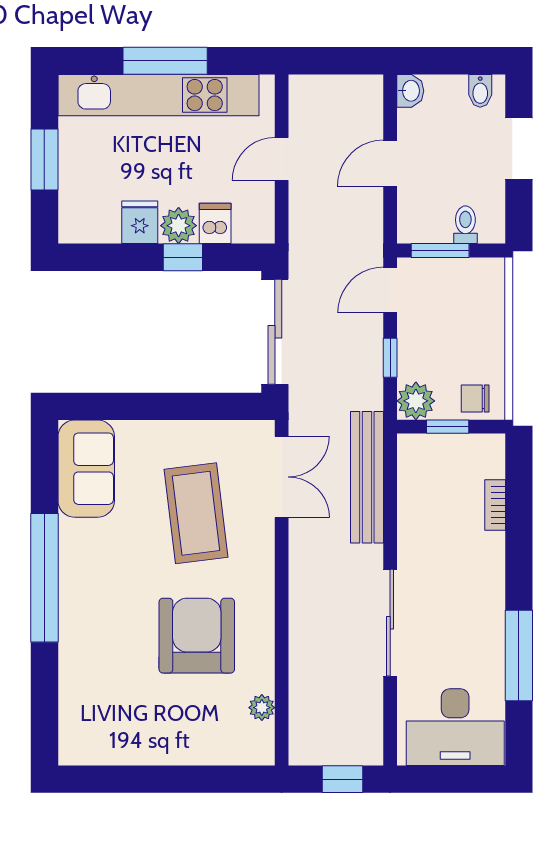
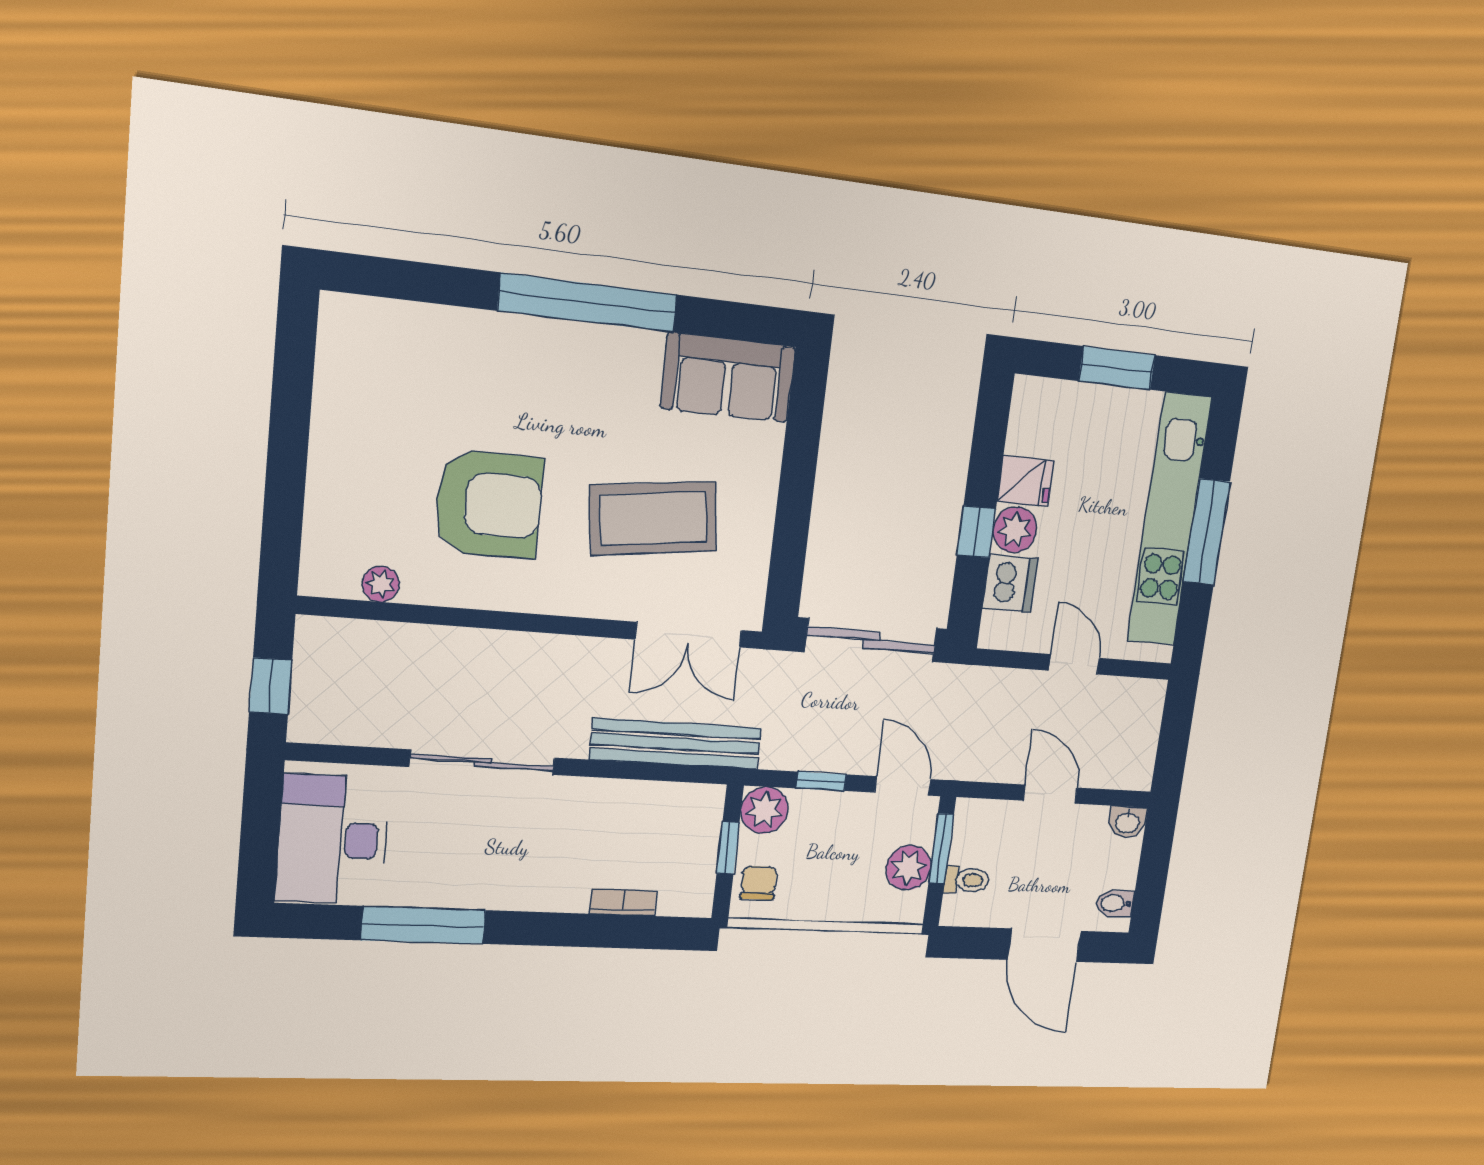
dishwasher: (215, 223) -> (1010, 583), width x1.38
plant: (457, 276) -> (908, 868), added

